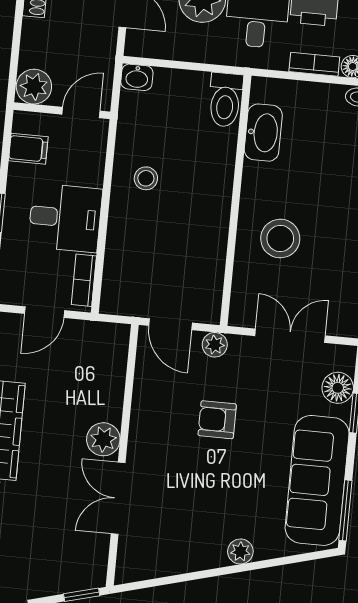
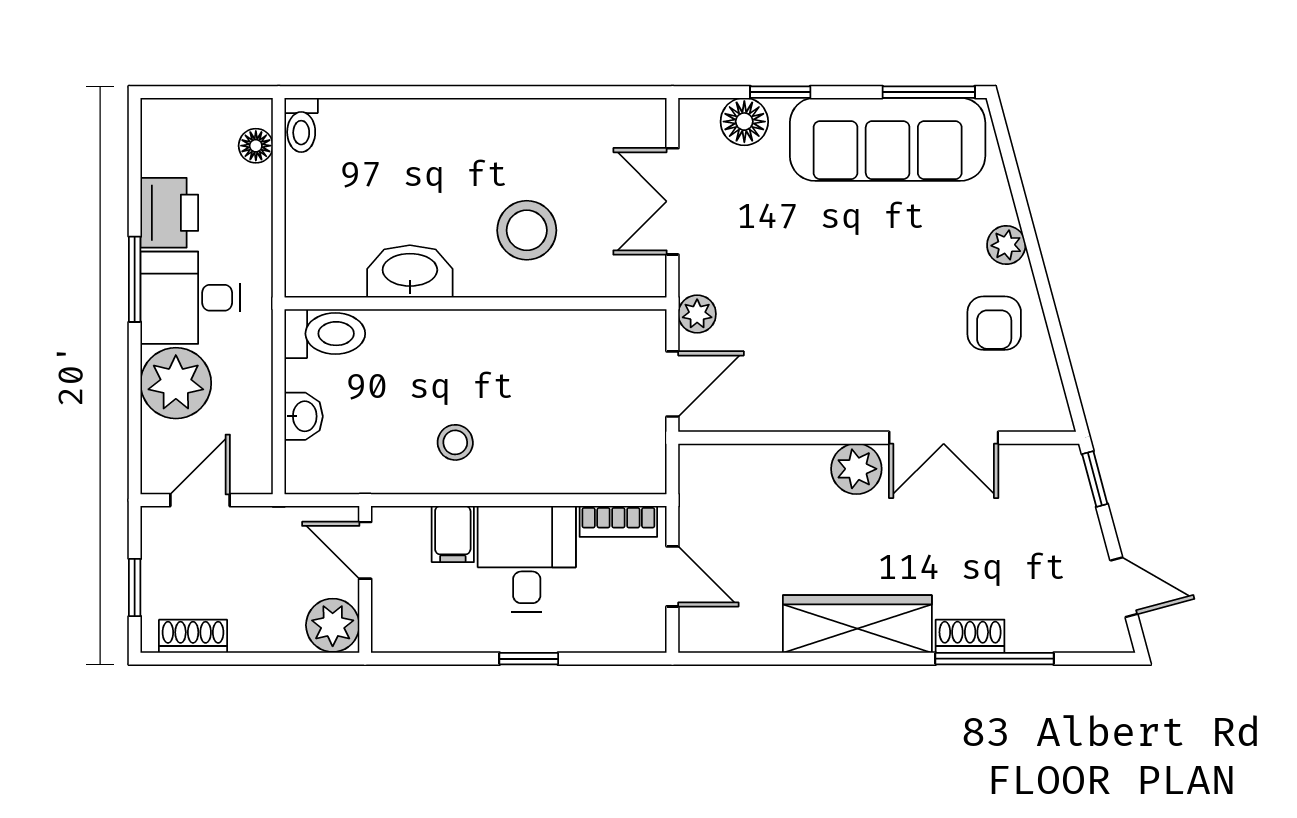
bookcase: (314, 64) -> (258, 204), removed
washbasin: (137, 77) -> (304, 416), moved
washbasin: (263, 133) -> (410, 271), moved
filing cabinet: (28, 149) -> (453, 534), moved, turned 180
armchair: (217, 420) -> (994, 323), moved

